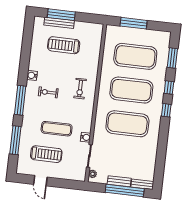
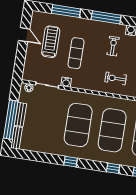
window: (166, 110) -> (71, 162), moved
treadmill: (46, 154) -> (51, 42), turned 180
door: (40, 181) -> (24, 35), swing flipped

